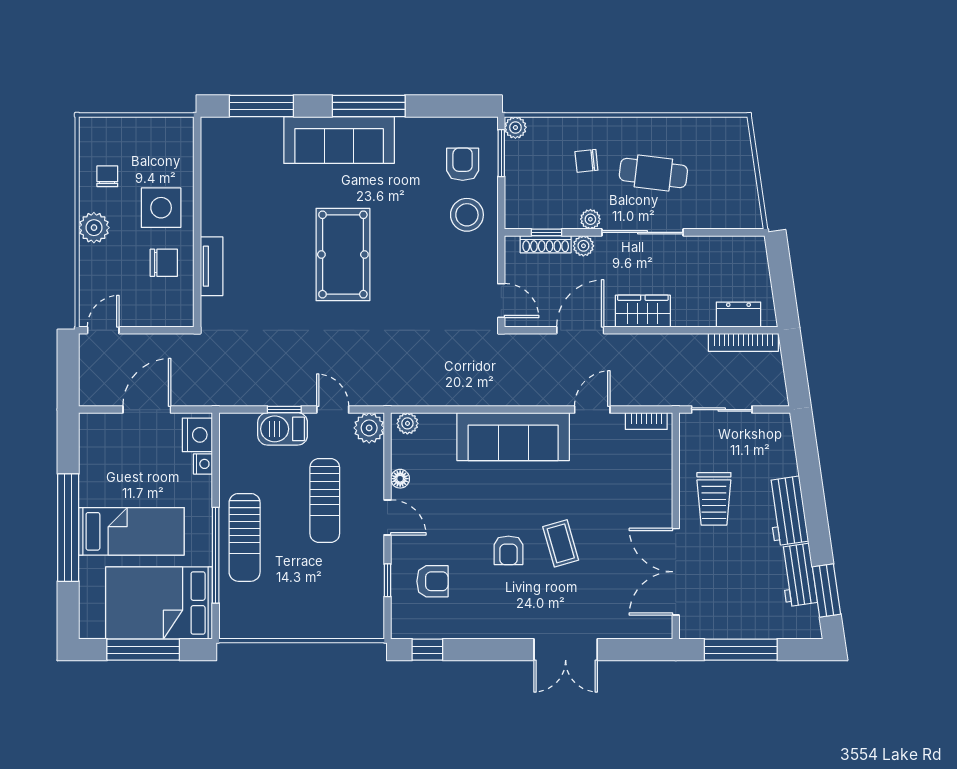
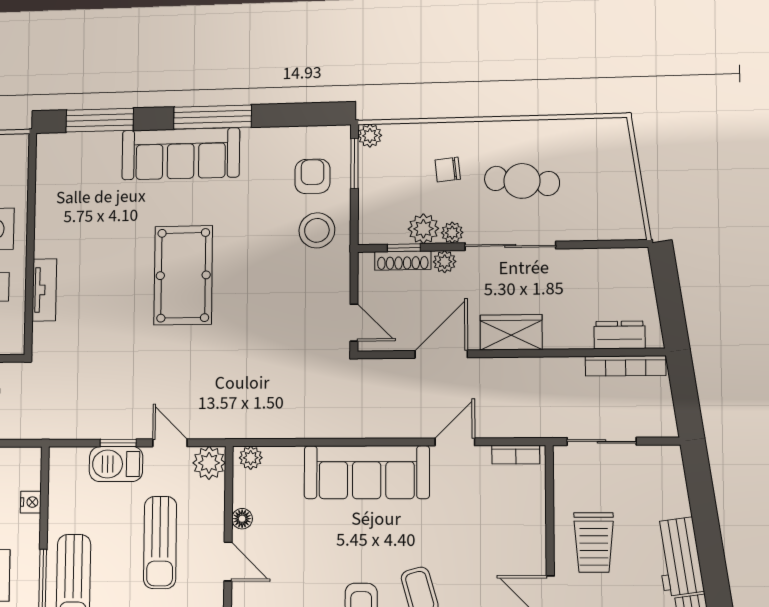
plant: (564, 215) -> (423, 229), added
nightstand: (197, 435) -> (26, 471), removed

